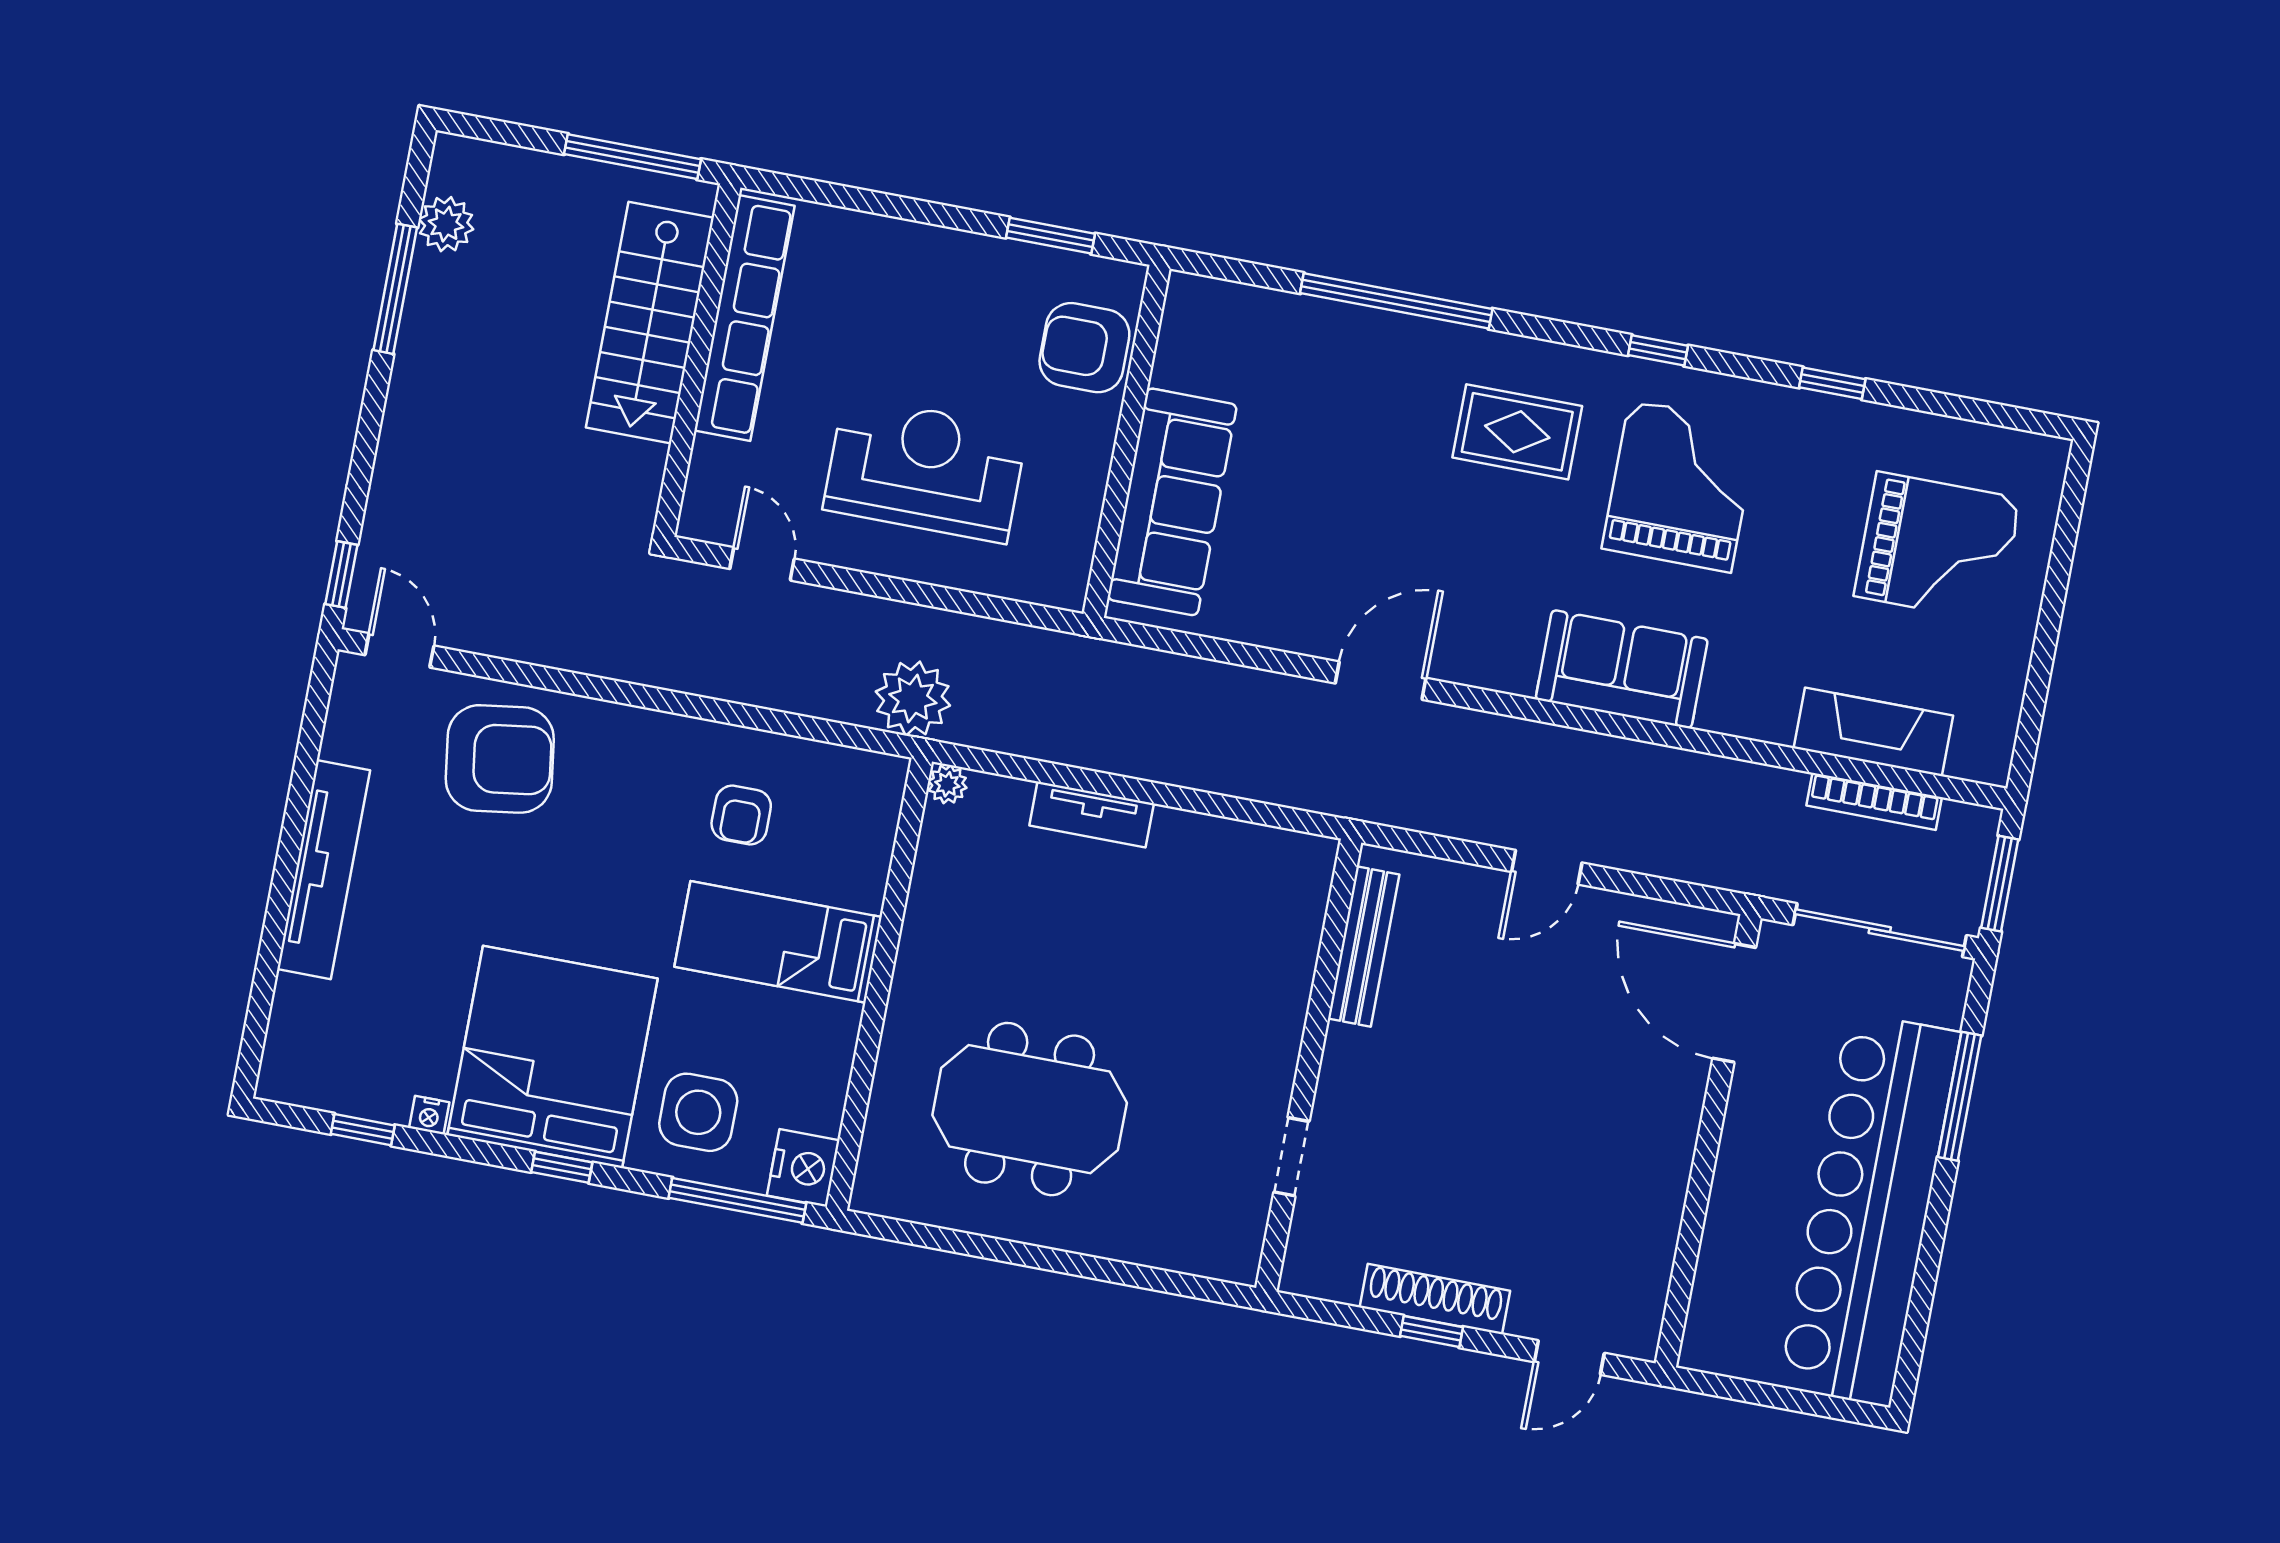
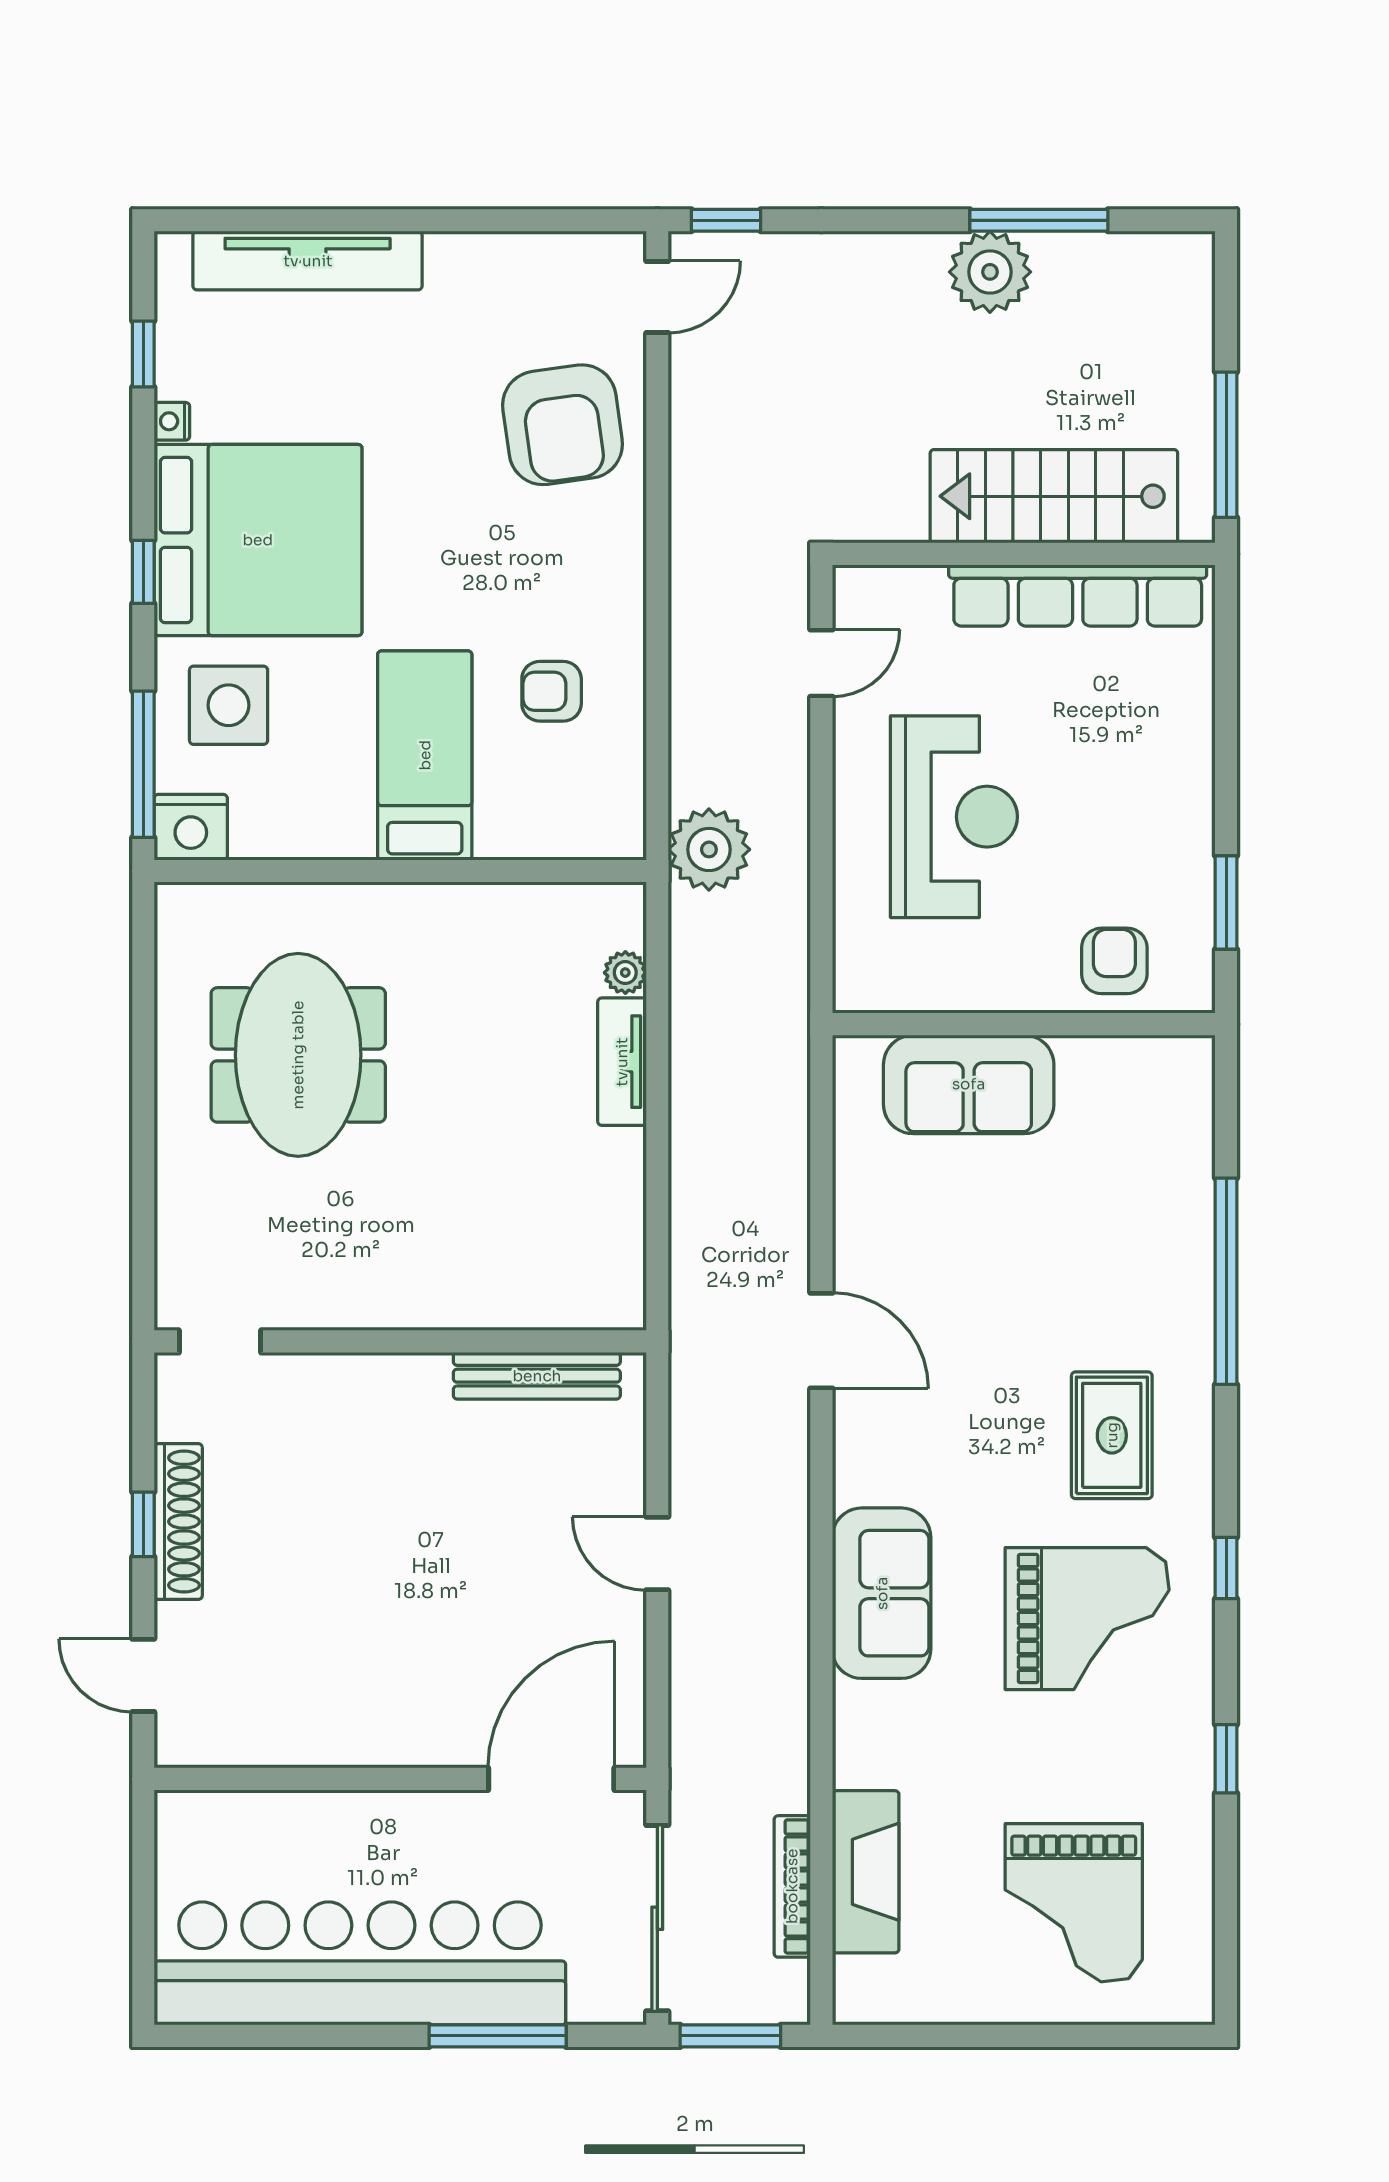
plant: (446, 224) -> (990, 272), moved, width x1.36, depth x1.36
armchair: (1084, 348) -> (1114, 961), width x0.72, depth x0.72
sofa: (1172, 502) -> (969, 1084), width x0.73
plant: (947, 784) -> (625, 973), moved
tv unit: (324, 870) -> (308, 261), moved
doorway: (1291, 1157) -> (220, 1341), moved

